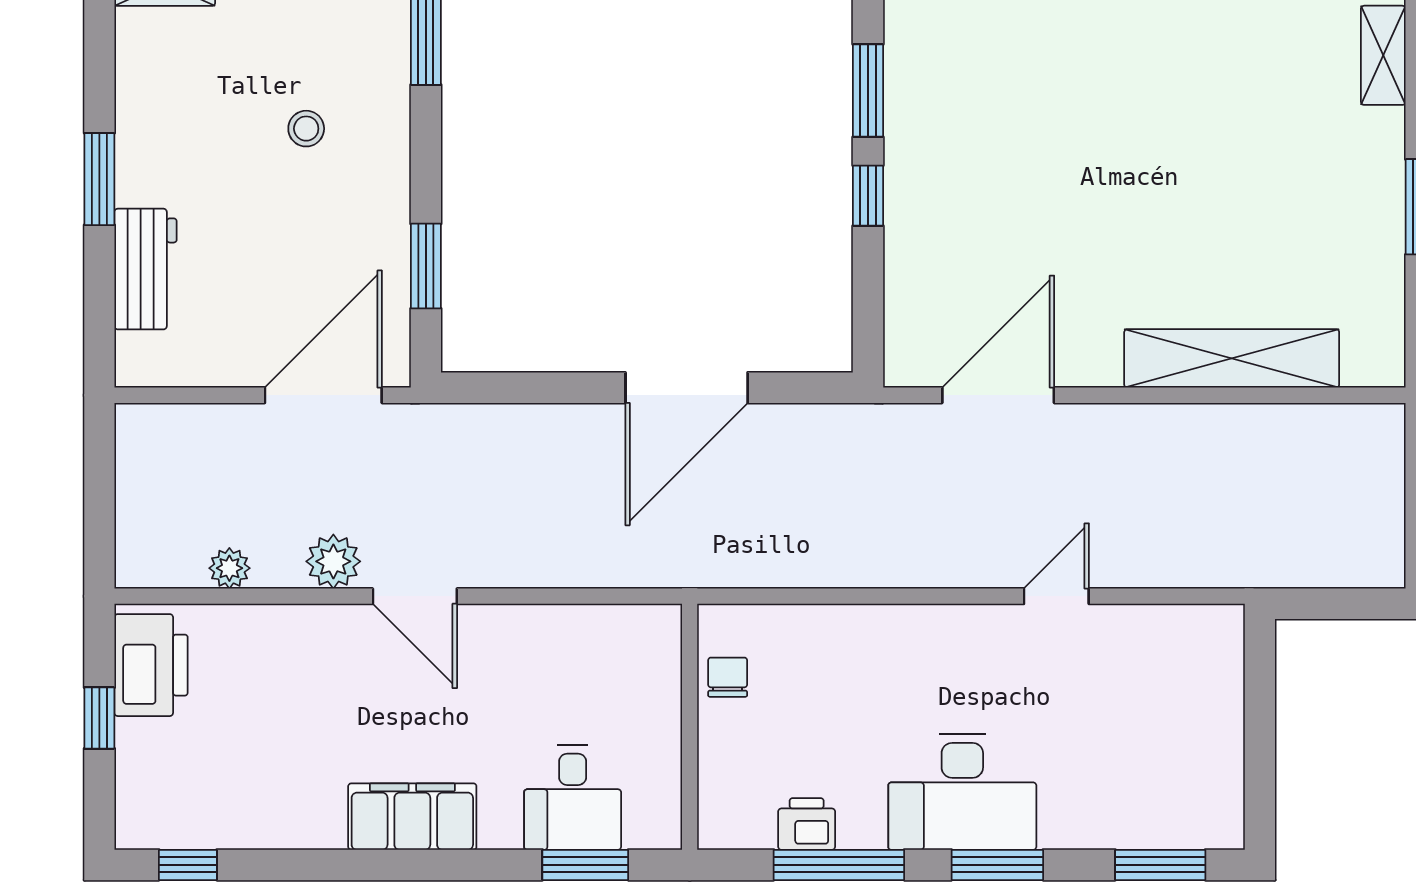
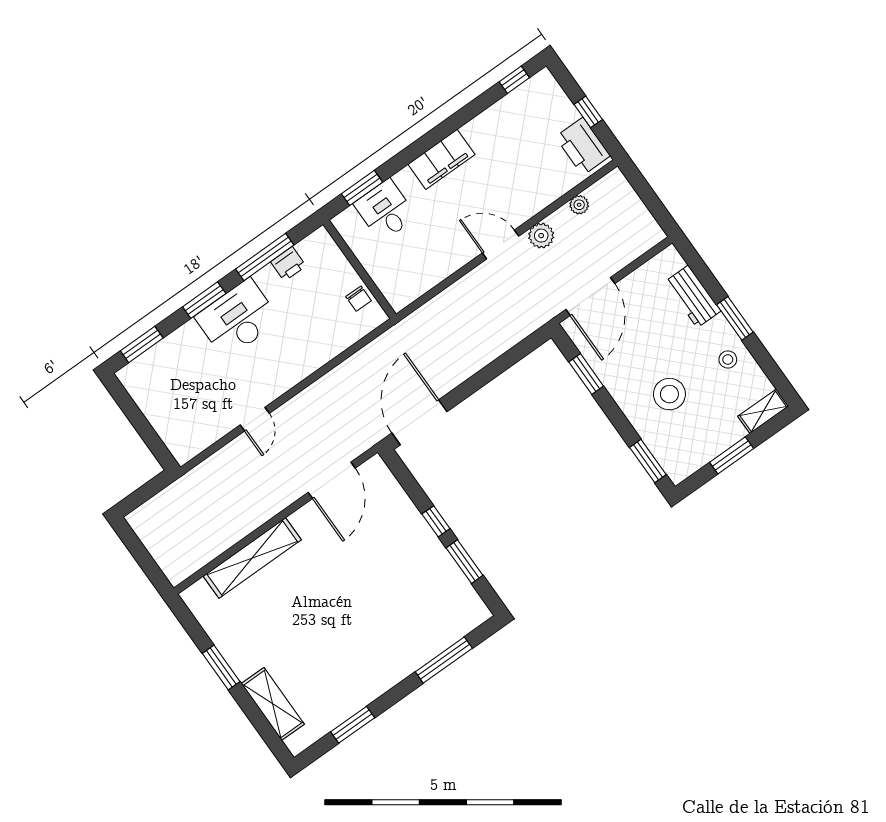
shelving: (1383, 55) -> (273, 704), width x1.50, depth x1.33
stool: (162, 117) -> (728, 360), added
stool: (306, 129) -> (669, 394), width x1.89, depth x1.89
door: (687, 388) -> (419, 422), moved

